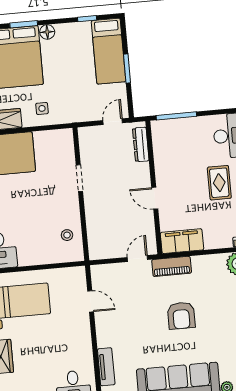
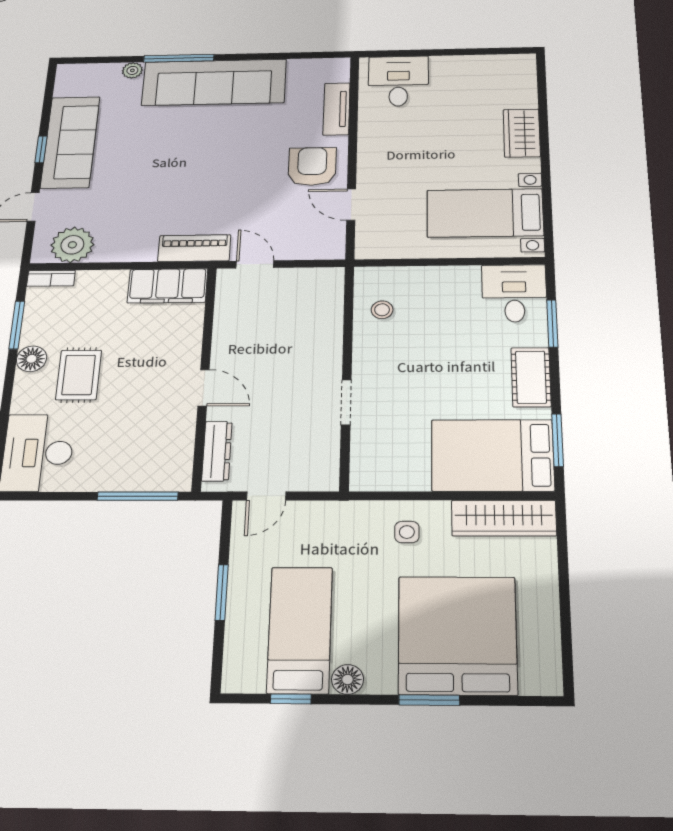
floor lamp: (47, 32) -> (348, 679), moved
bed: (109, 51) -> (300, 630), moved
door: (155, 198) -> (204, 388), moved
door: (137, 258) -> (255, 264), swing flipped
armchair: (181, 316) -> (312, 166), moved

